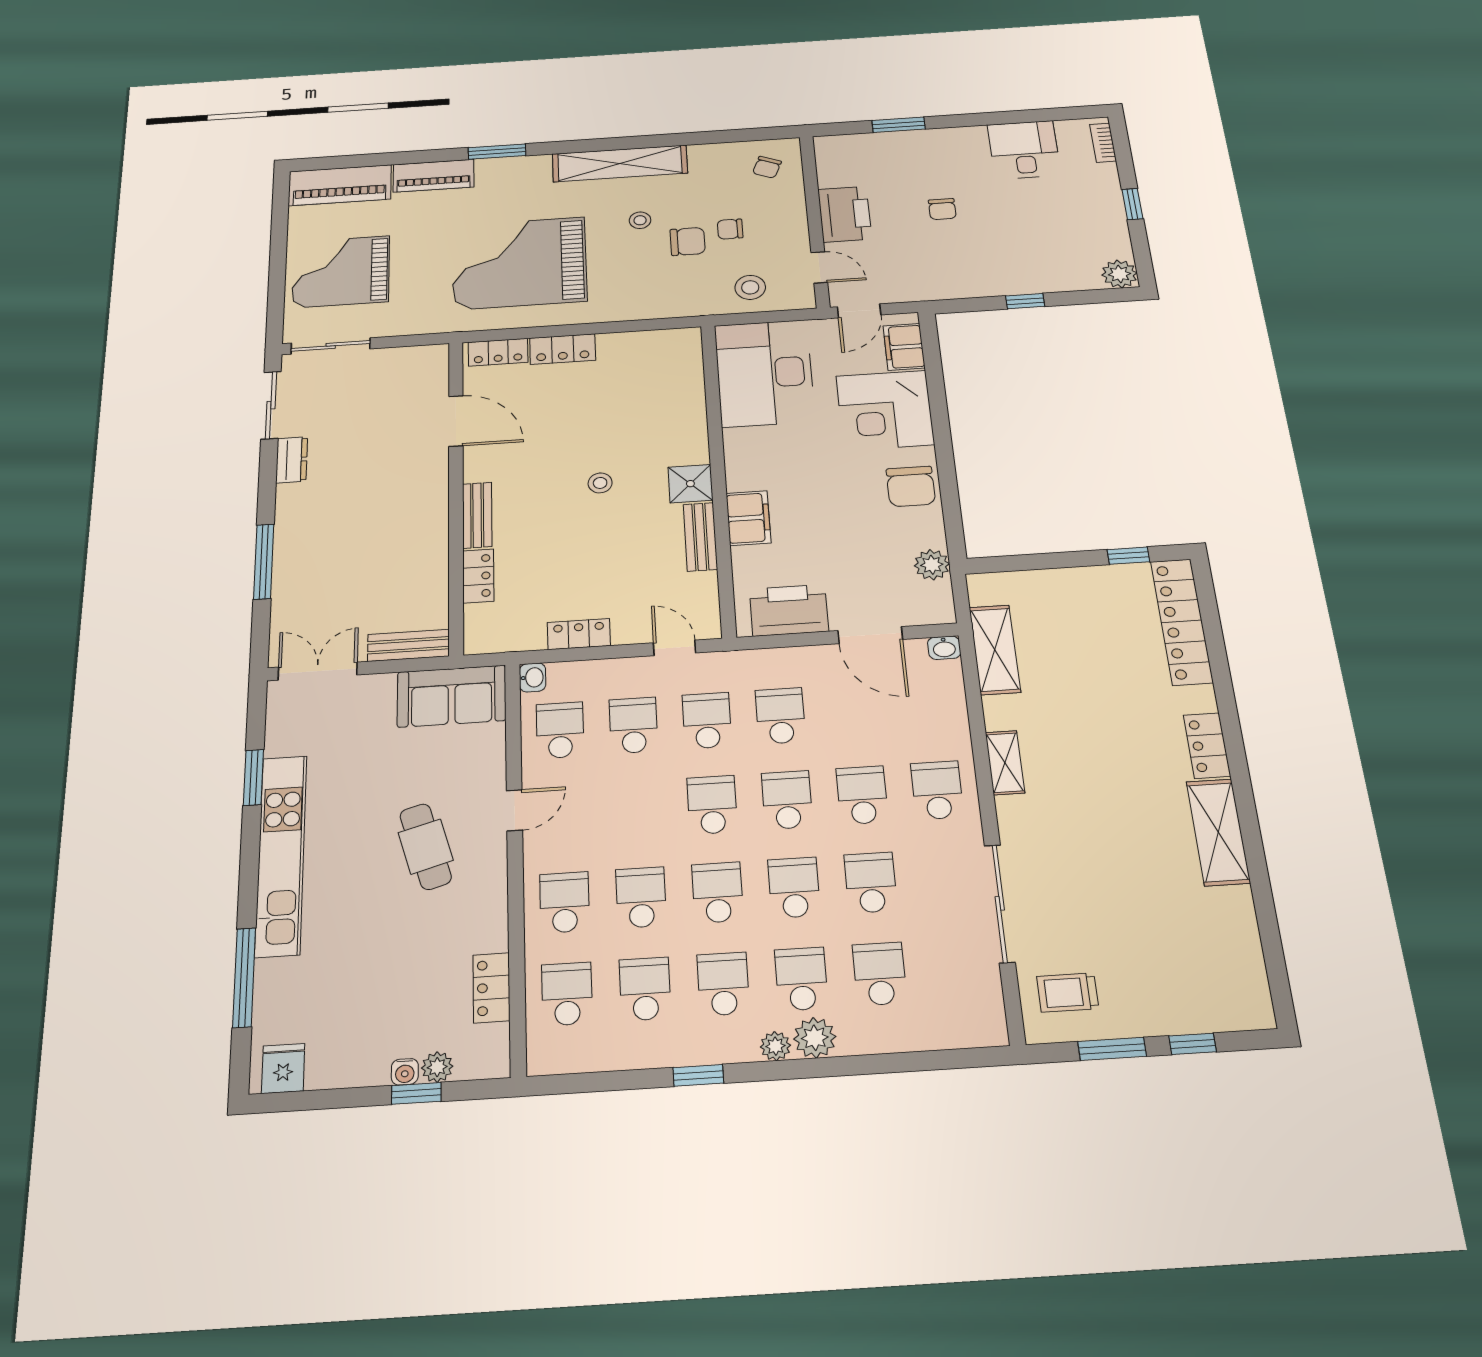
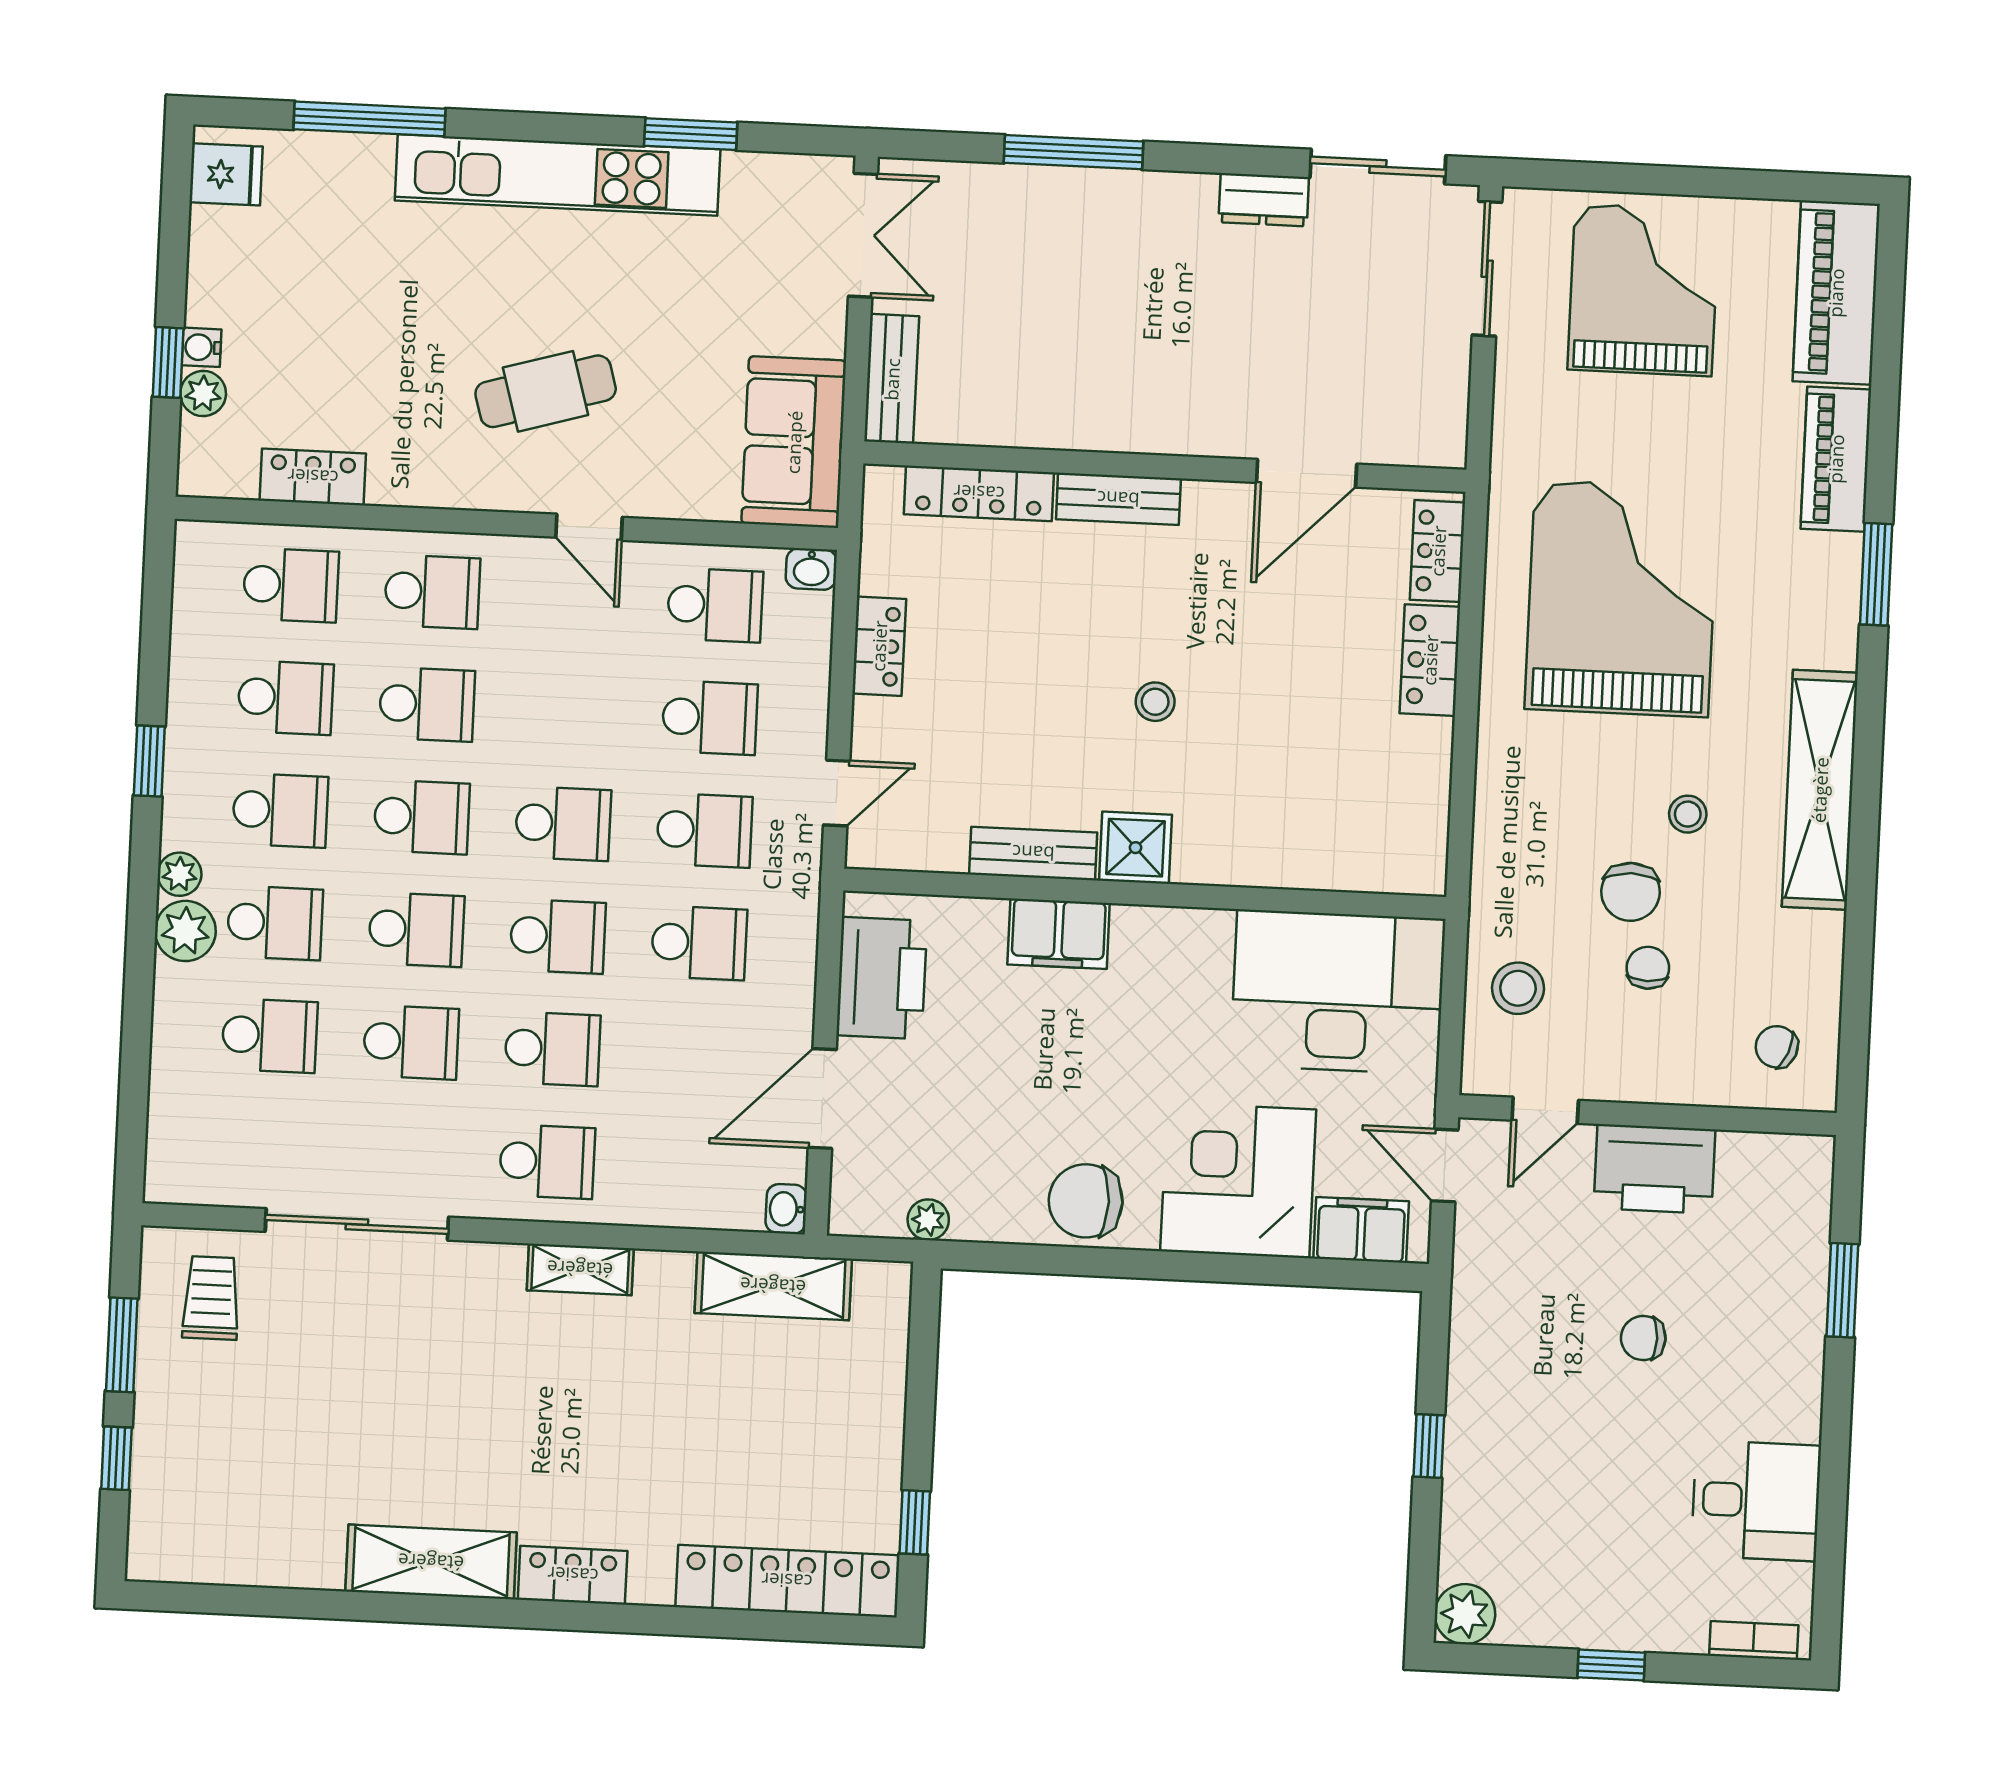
plant: (932, 565) -> (928, 1220), width x0.73, depth x0.73
locker: (478, 576) -> (979, 493), width x1.53

